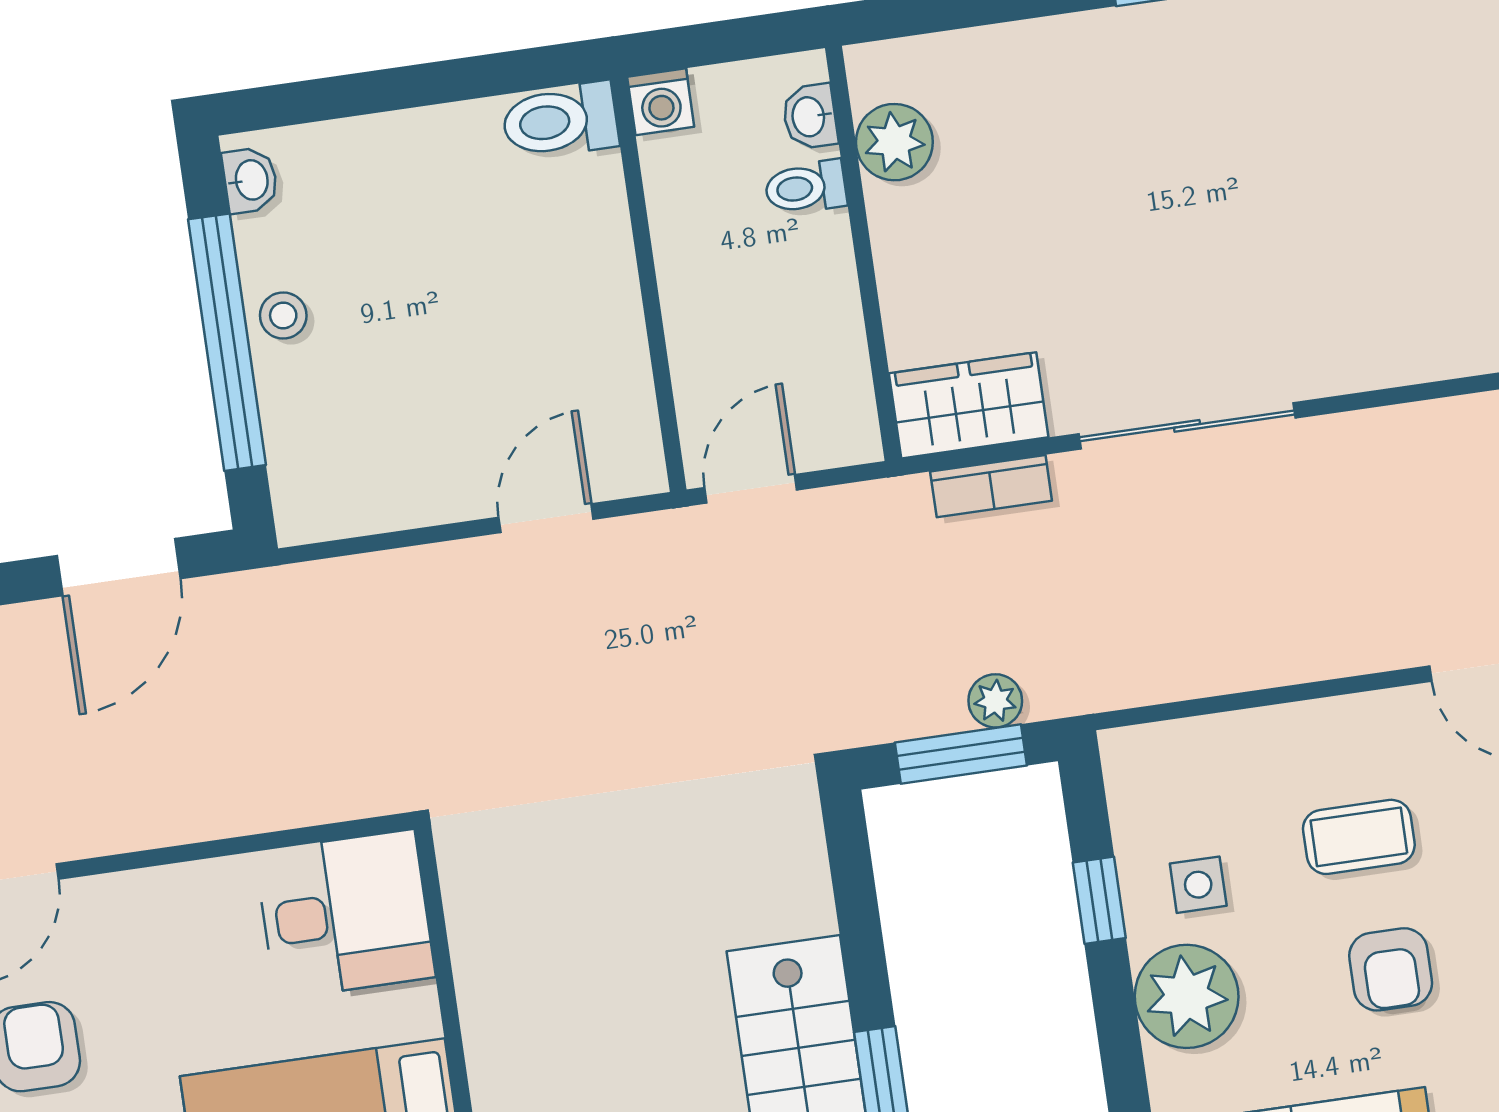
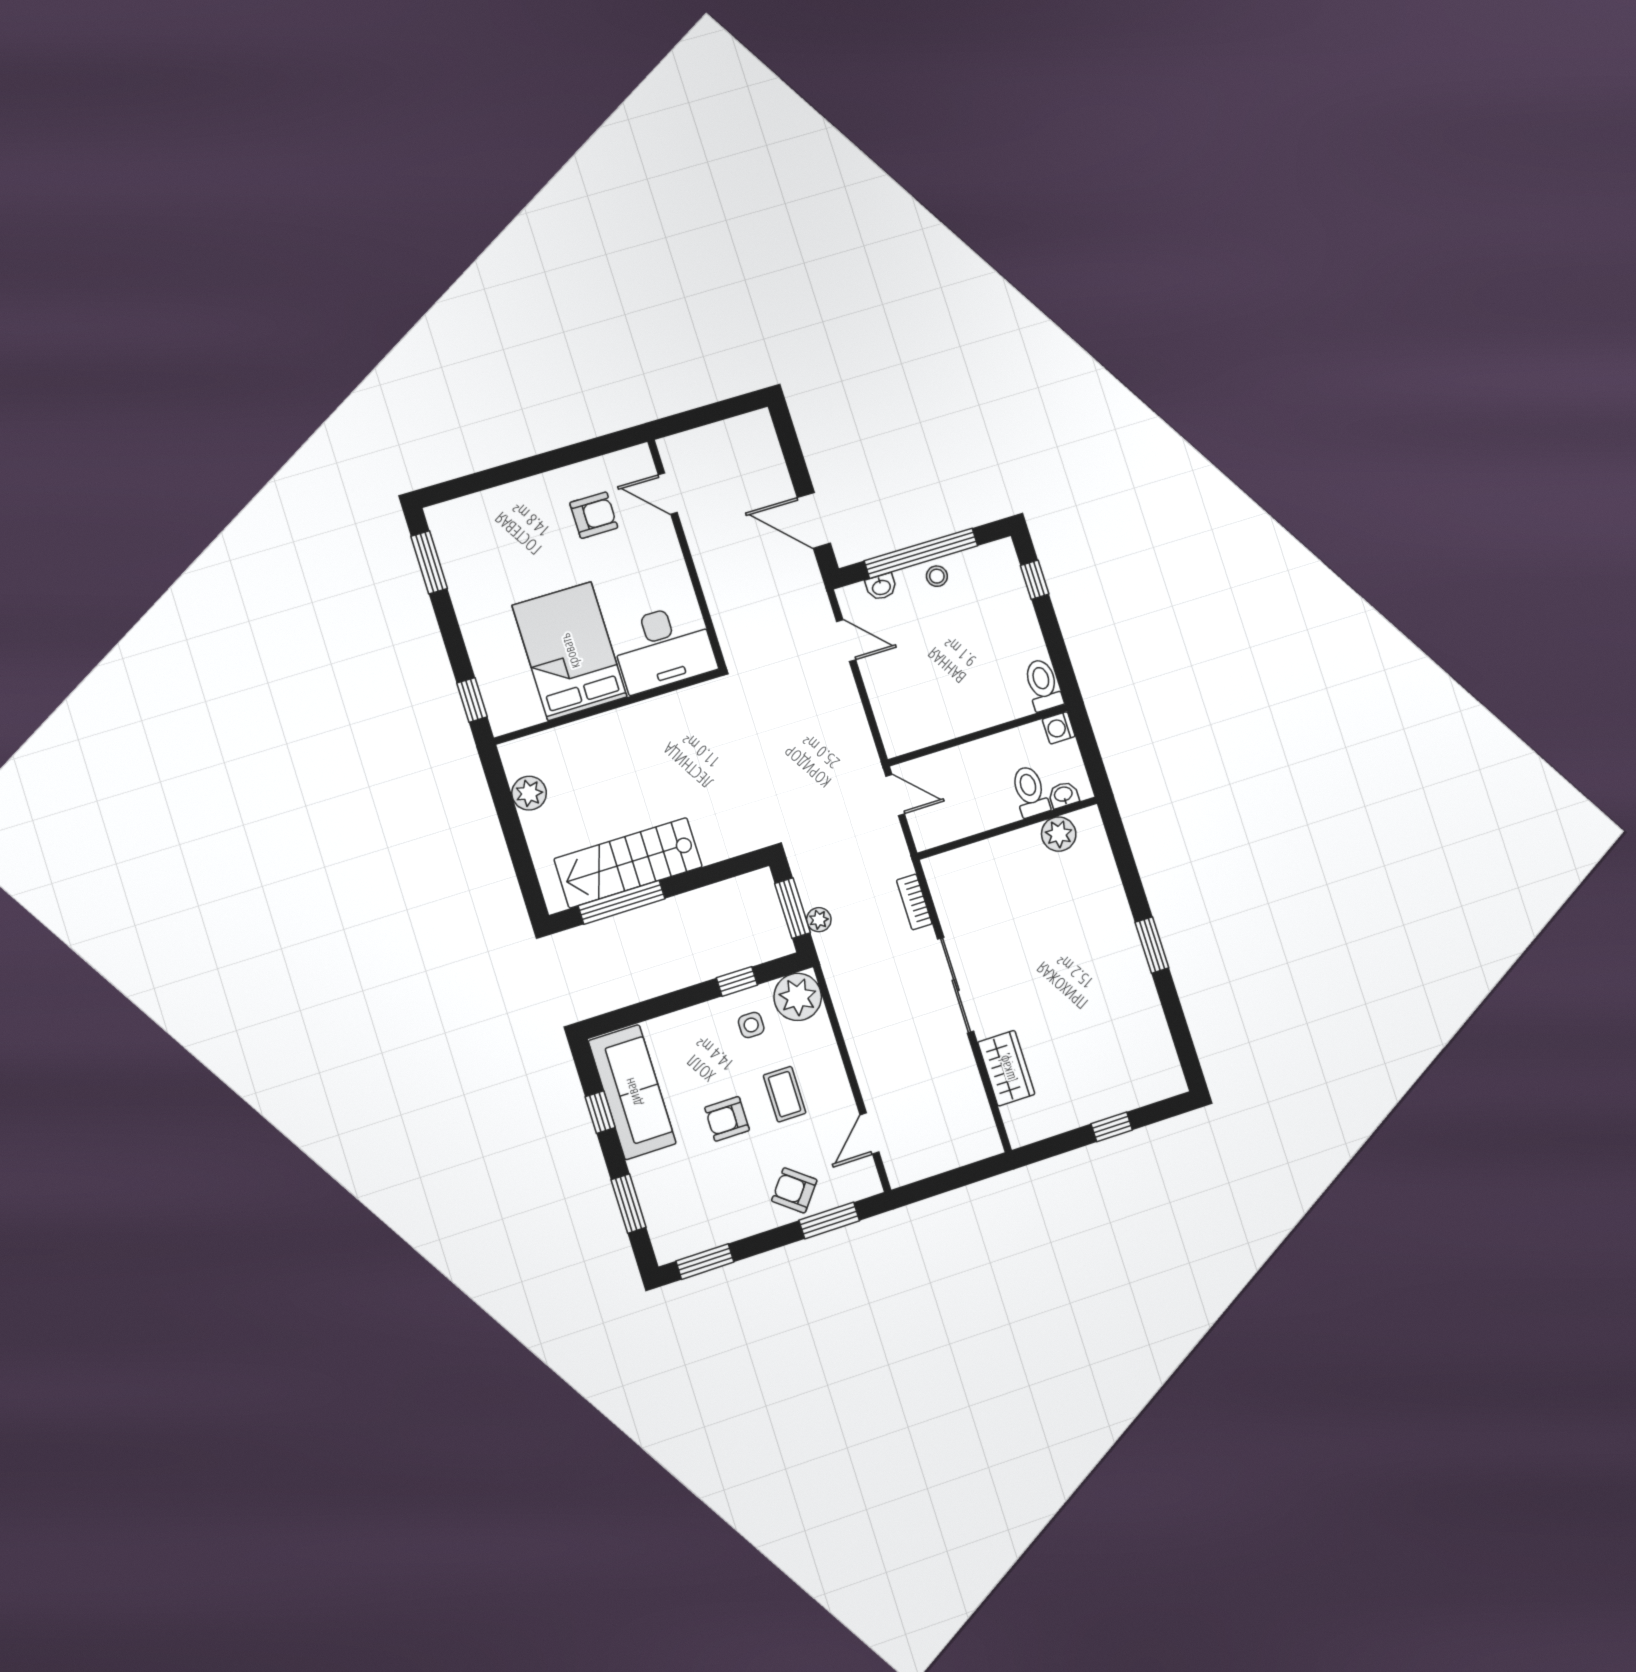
window: (324, 99) -> (1035, 580), added
washbasin: (250, 180) -> (881, 587), moved
toilet: (806, 187) -> (1030, 791), width x1.37, depth x1.39
wardrobe: (969, 405) -> (1006, 1068), moved
door: (546, 518) -> (846, 641), moved
desk: (345, 914) -> (663, 648), width x1.37
plant: (1187, 996) -> (798, 997), moved

